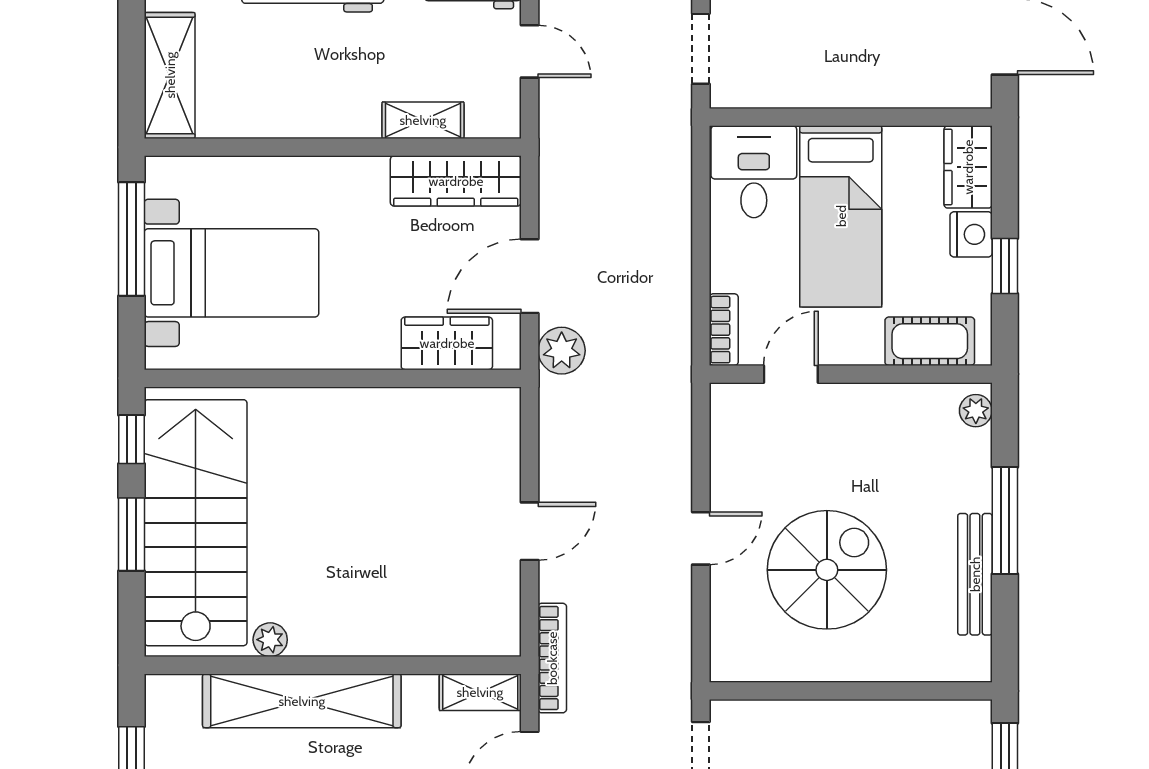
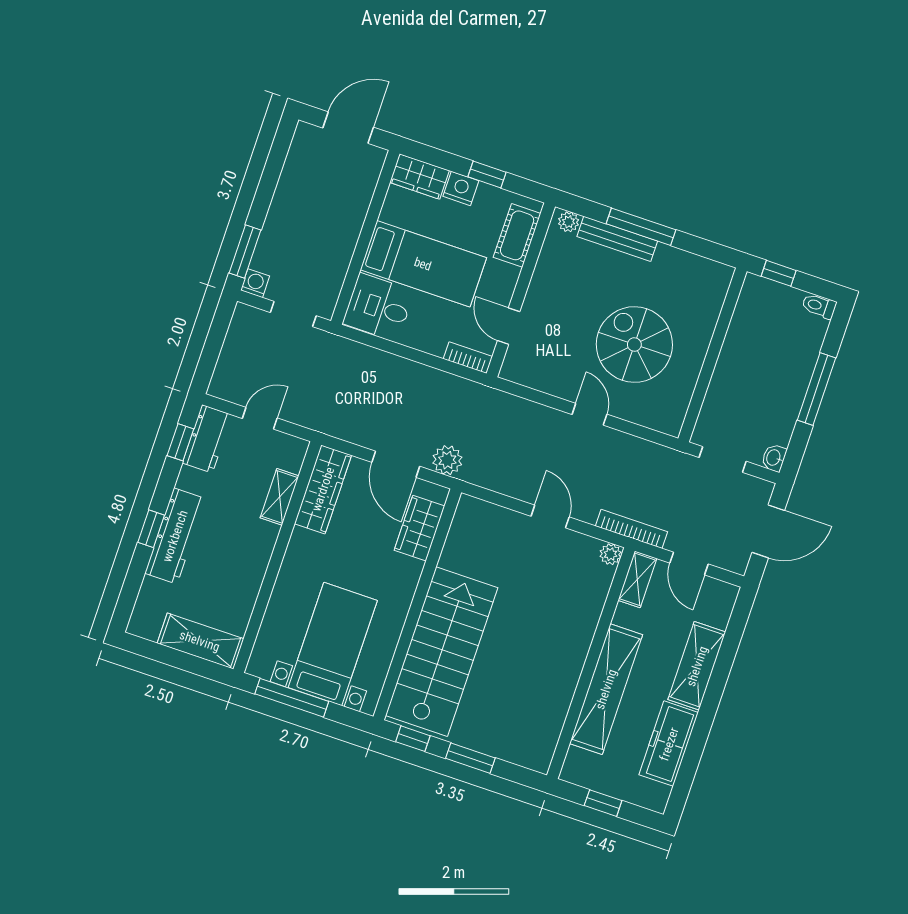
stairs: (196, 523) -> (442, 652), moved, turned 90
bench: (975, 574) -> (617, 239), moved
plant: (270, 640) -> (610, 554), moved

